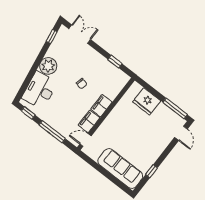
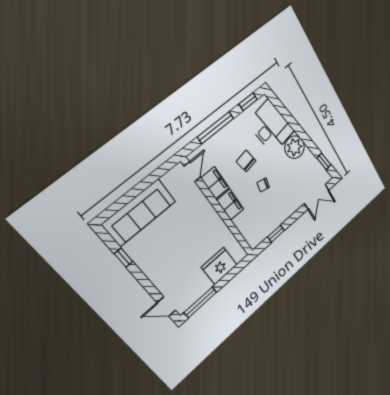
chair: (68, 102) -> (246, 161), added

